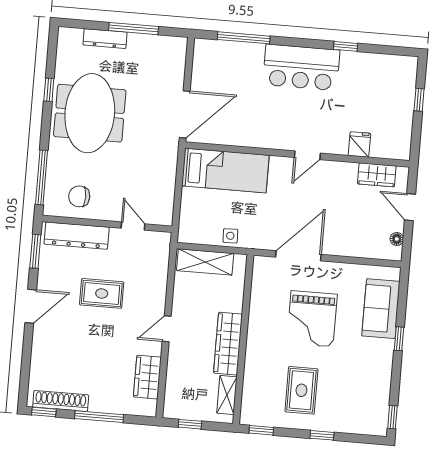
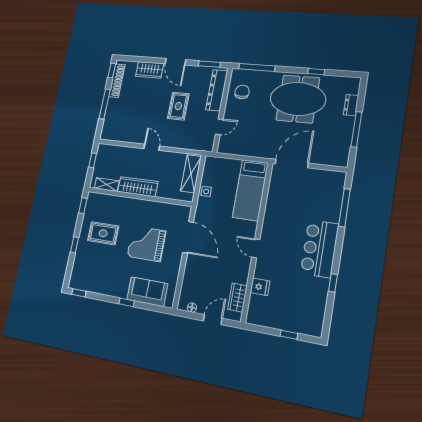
dresser: (105, 39) -> (351, 105), width x0.70
door: (185, 114) -> (292, 164), swing flipped
wardrobe: (147, 377) -> (150, 70), moved, turned 180

